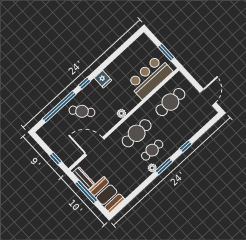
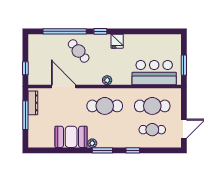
cafe table: (152, 150) -> (152, 130), moved
booth: (107, 195) -> (71, 137), moved, turned 90

